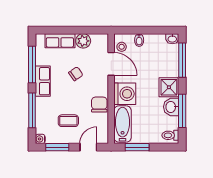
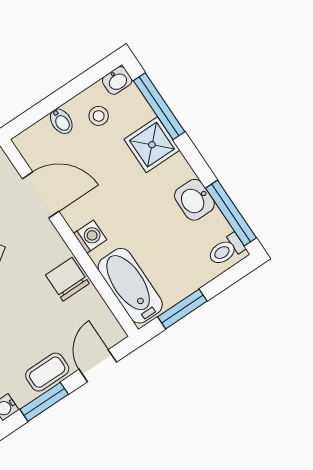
stool: (122, 47) -> (99, 116), moved
shower: (169, 87) -> (152, 145), moved
washing machine: (125, 94) -> (90, 237), width x0.53, depth x0.53
window: (182, 111) -> (231, 213), moved
coffee table: (68, 121) -> (47, 372), moved

